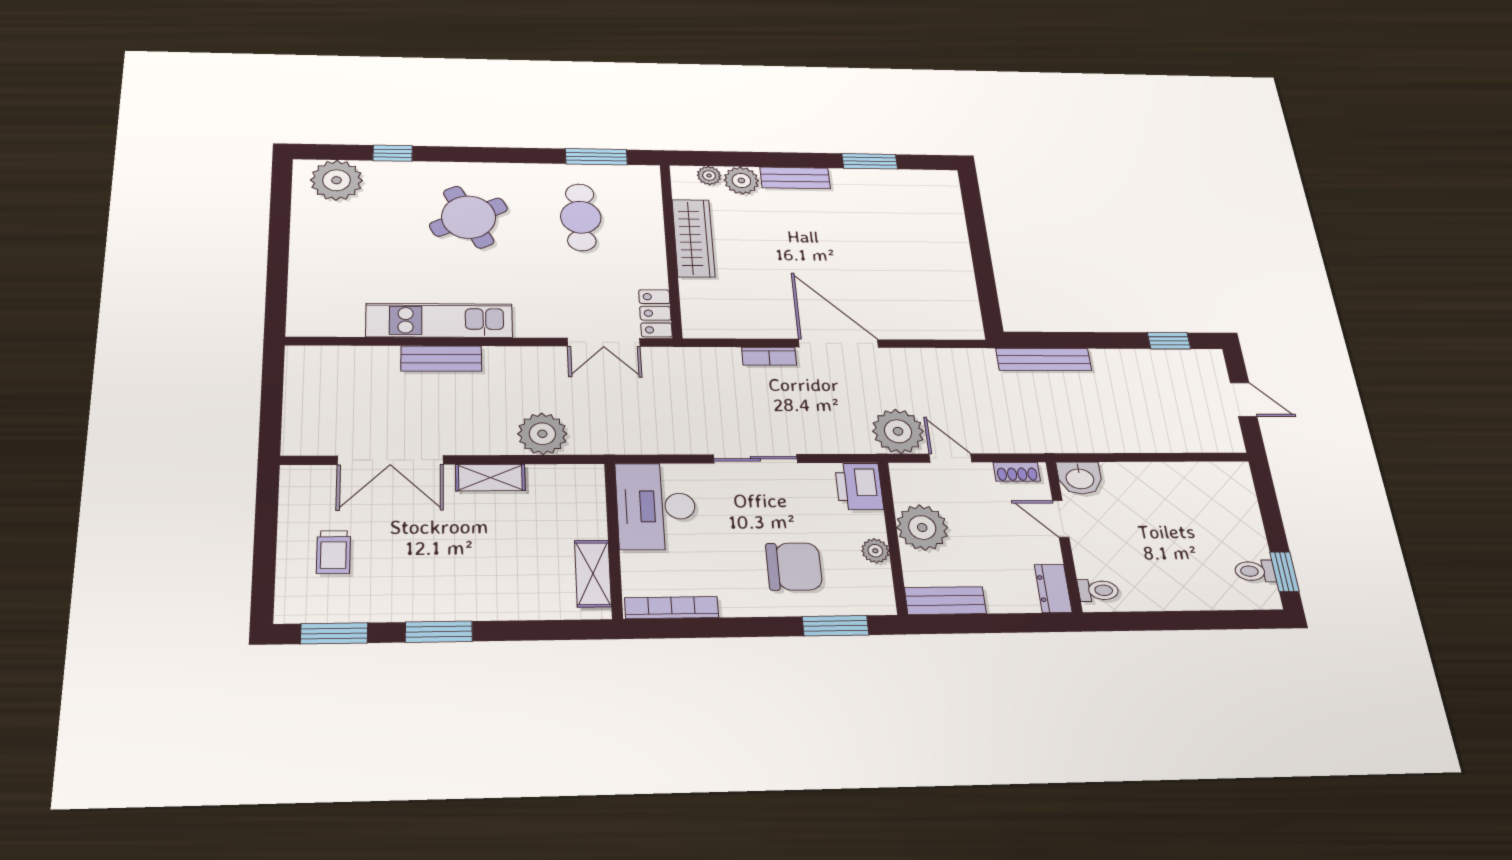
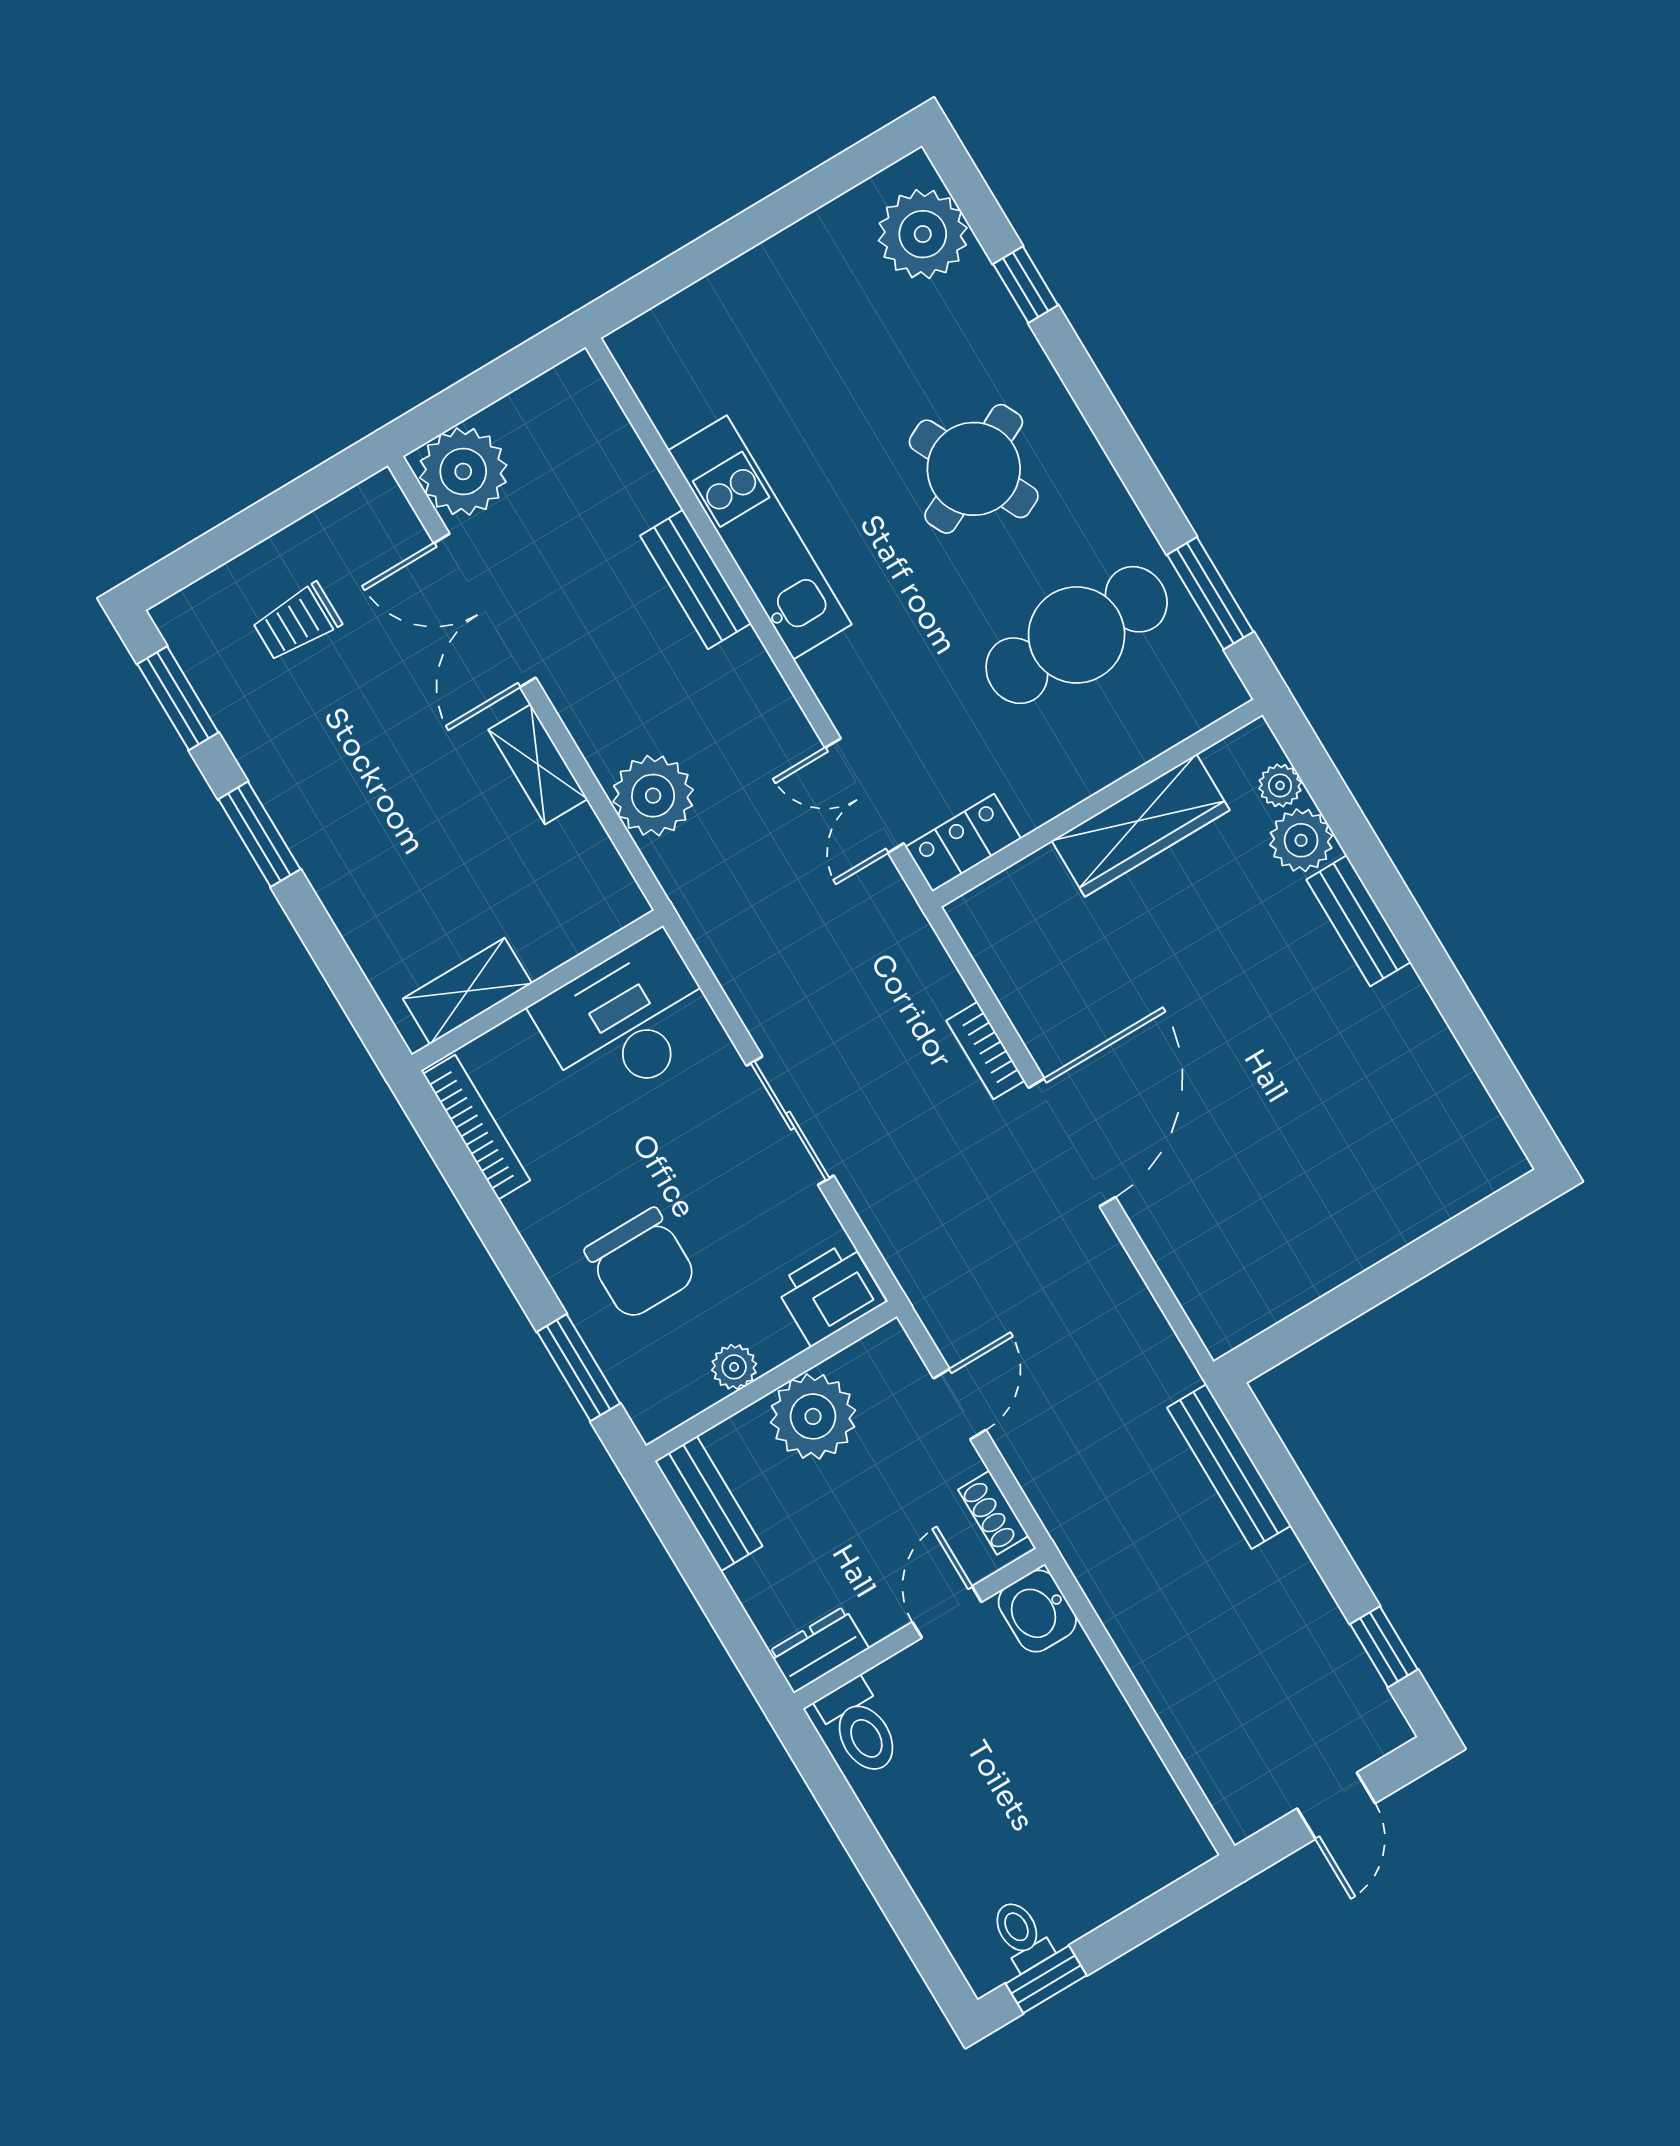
window: (870, 161) -> (1467, 1022), removed
cafe table: (581, 217) -> (1077, 635), width x1.37, depth x1.35
plant: (898, 431) -> (463, 471), moved
toilet: (1098, 590) -> (860, 1727), width x1.37, depth x1.39

